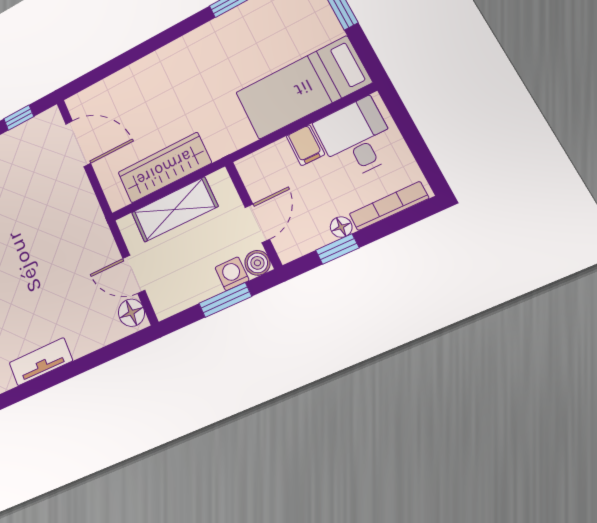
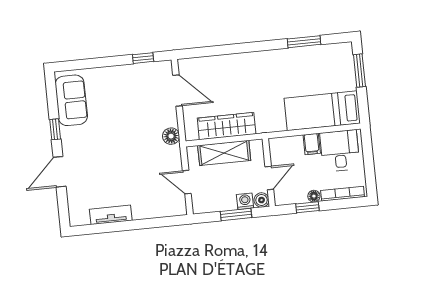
floor lamp: (131, 313) -> (171, 136), moved

